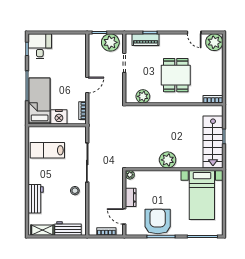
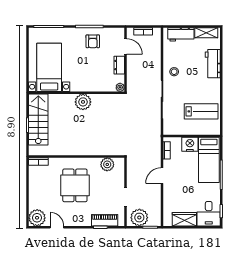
wardrobe: (65, 41) -> (184, 219), added
armchair: (158, 222) -> (93, 41), width x0.53, depth x0.53

